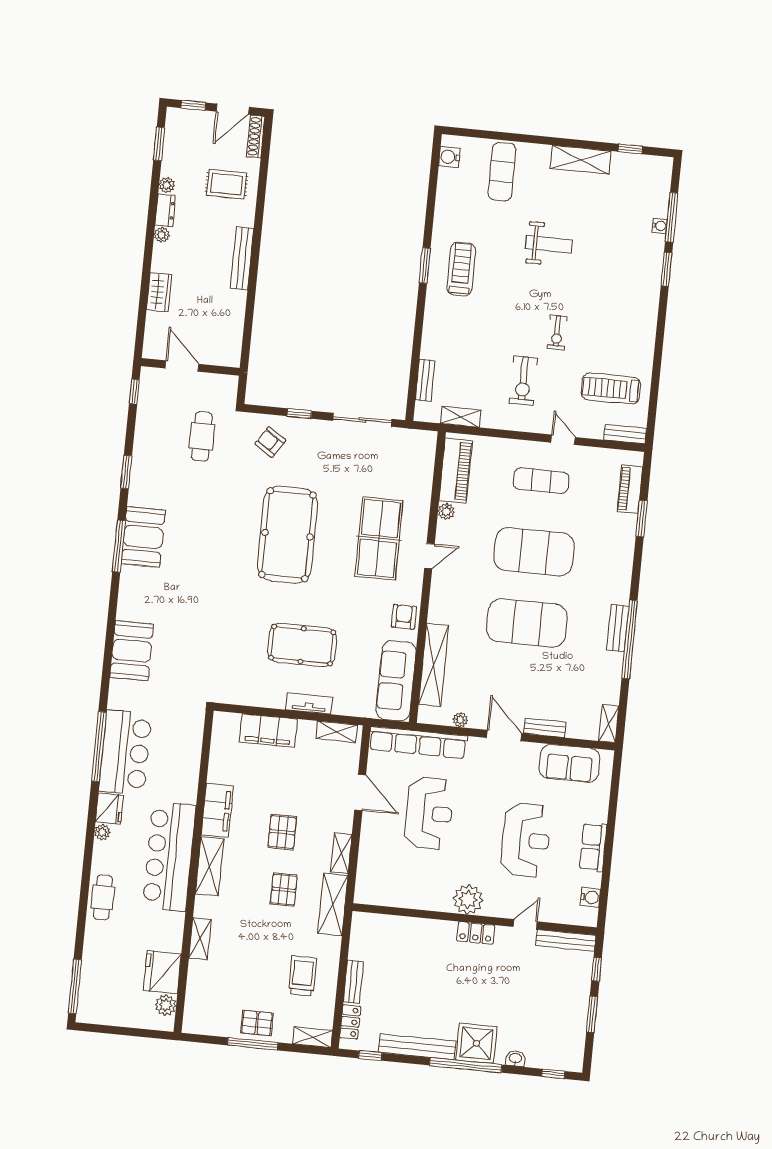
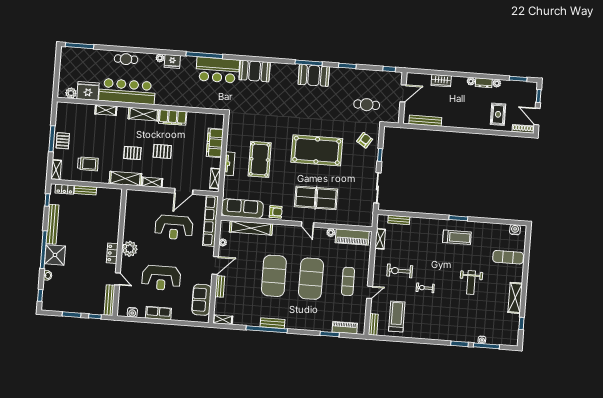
bench: (242, 258) -> (425, 121), moved
bar counter: (125, 752) -> (218, 70), moved
bar counter: (169, 856) -> (127, 91), moved

